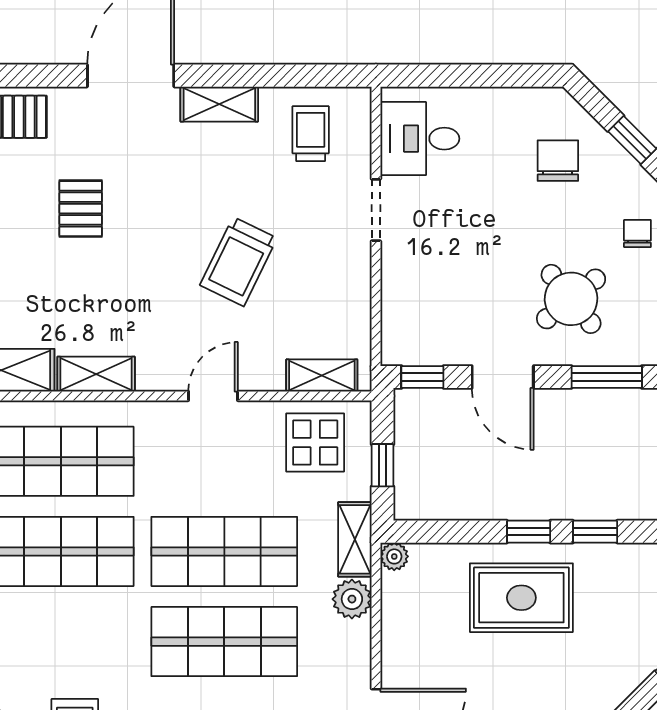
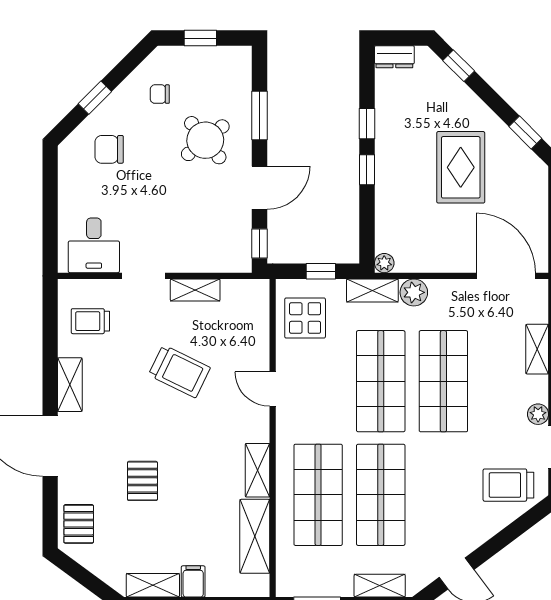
pallet: (81, 209) -> (142, 481), turned 90
shelving: (322, 376) -> (195, 290), moved, turned 90
rug: (521, 598) -> (461, 167), moved

